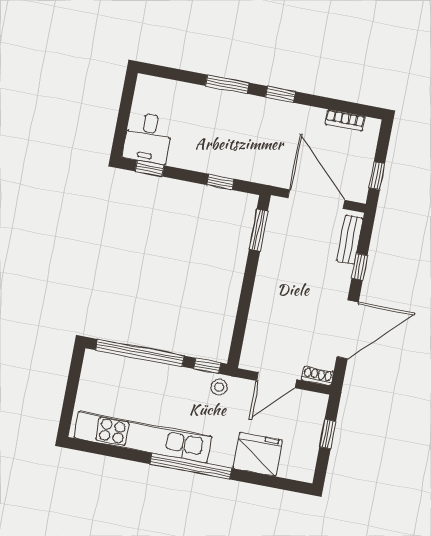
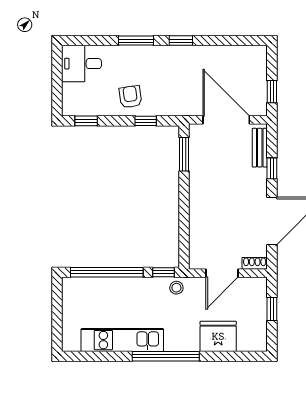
bookcase: (345, 120) -> (237, 52), removed
desk: (148, 138) -> (81, 64), moved, turned 90
armchair: (208, 150) -> (130, 97), added
kitchen unit: (143, 437) -> (122, 340), width x0.73

